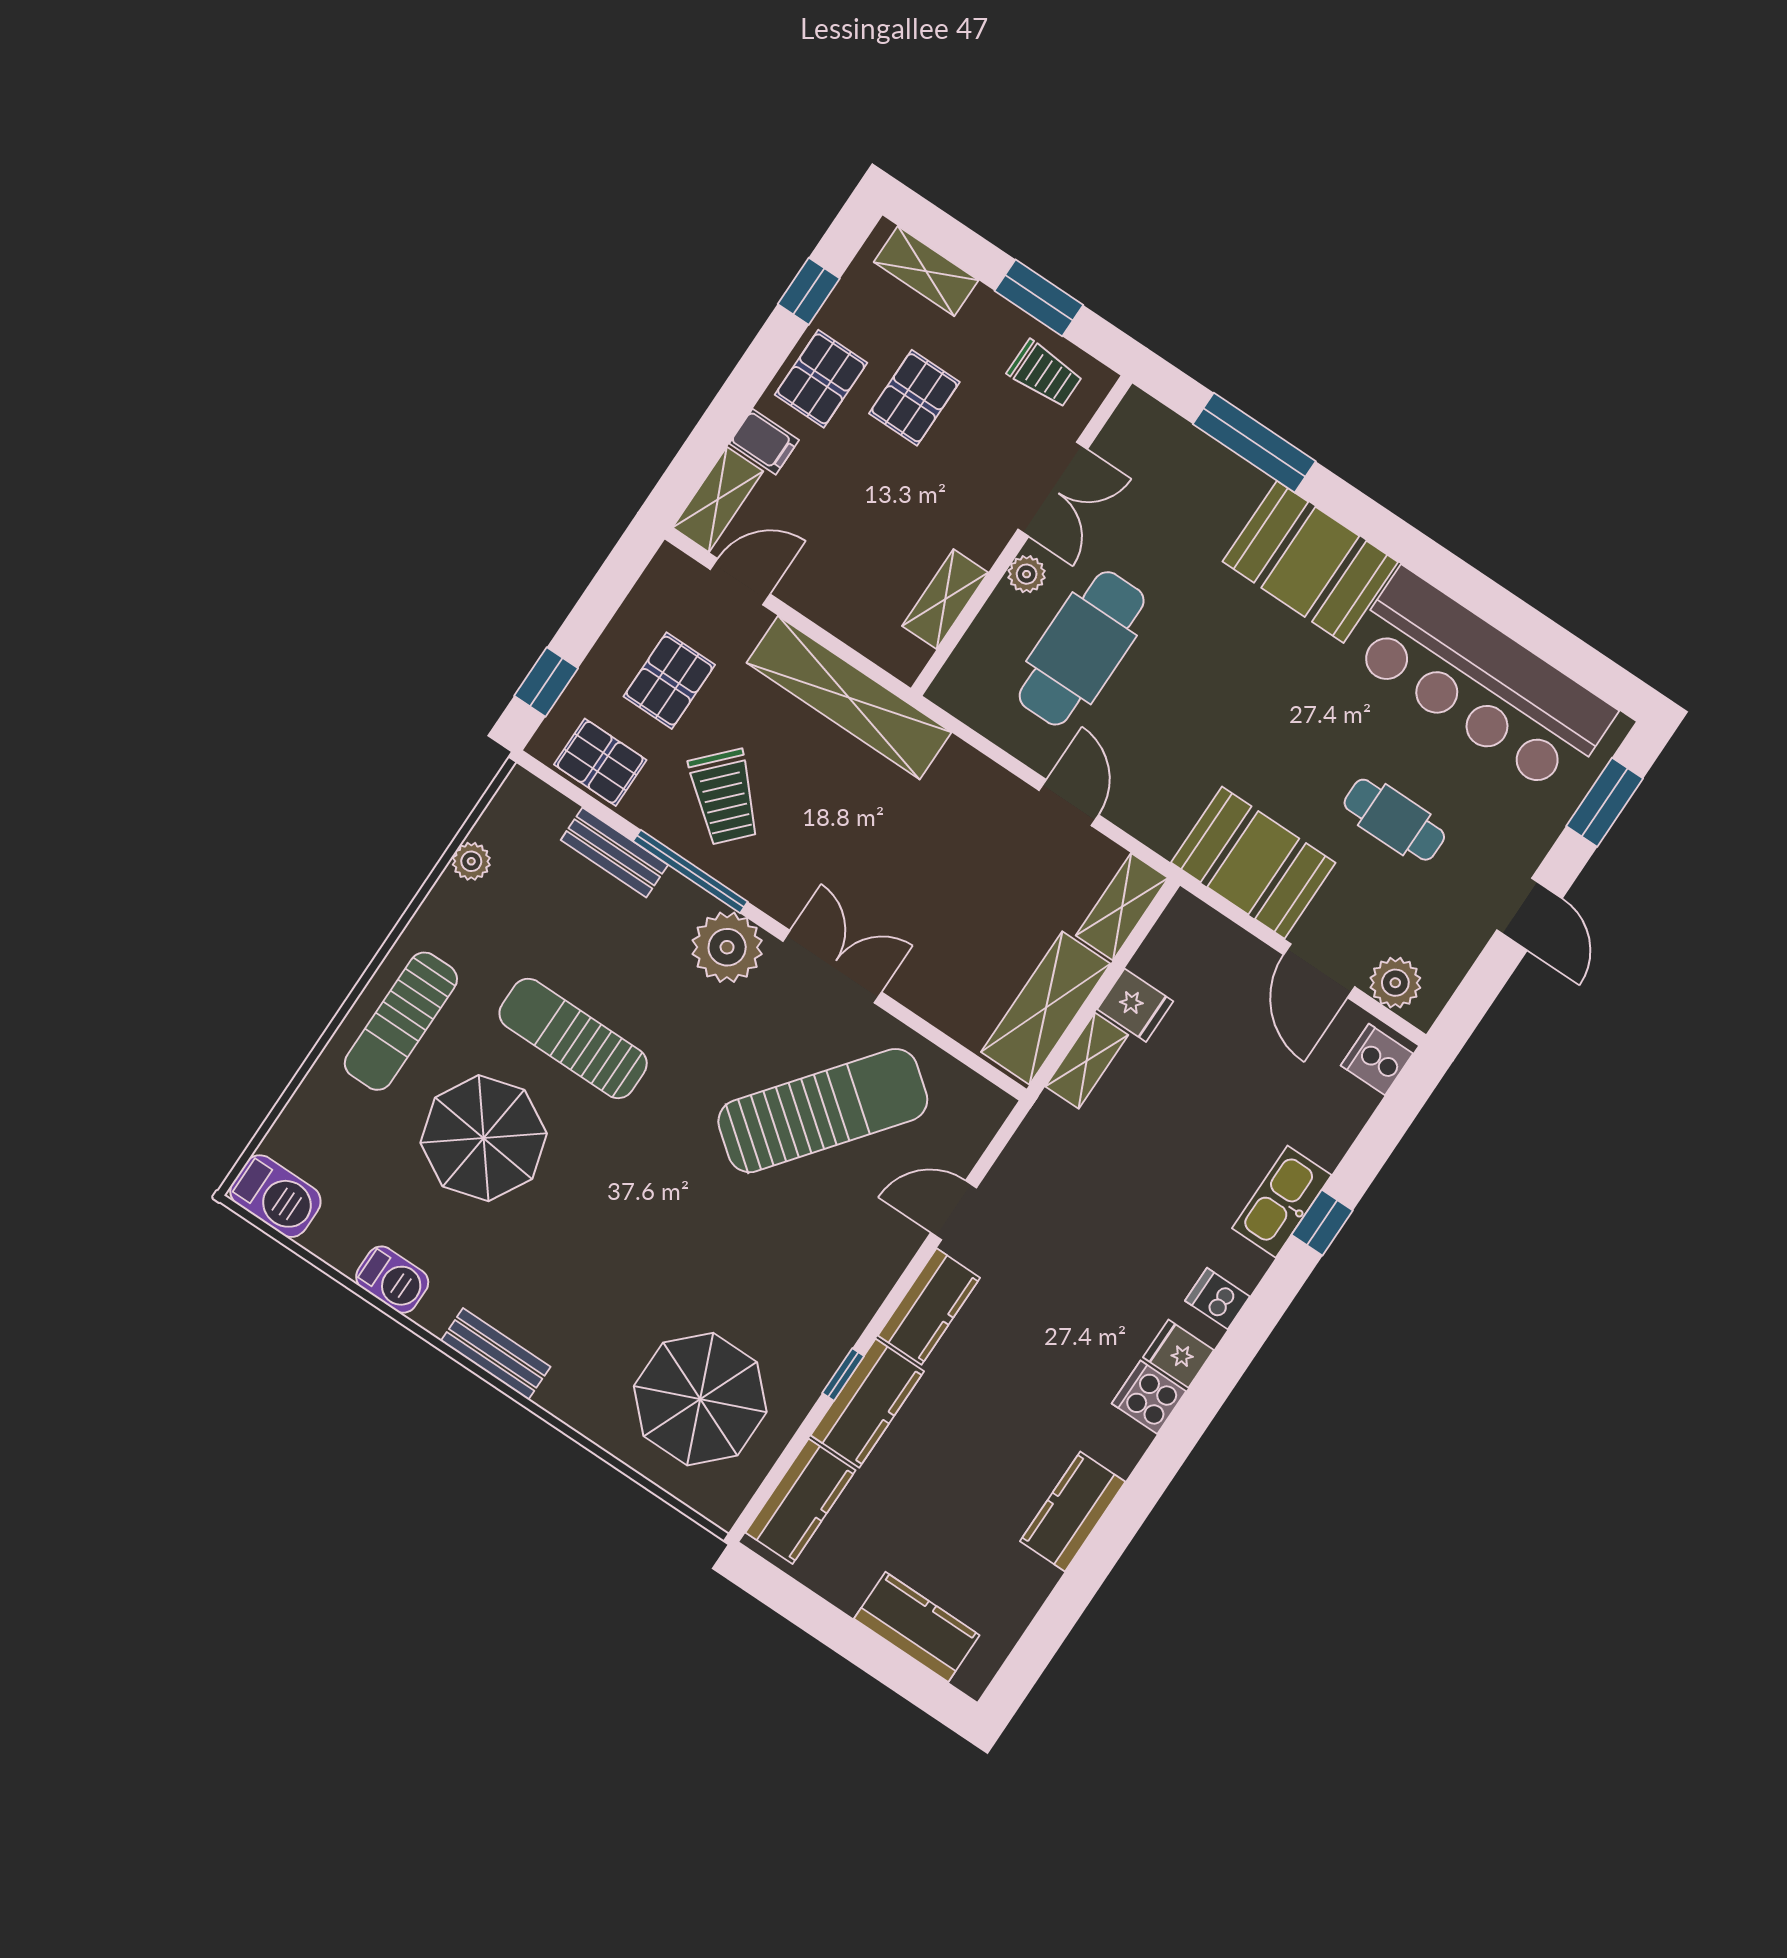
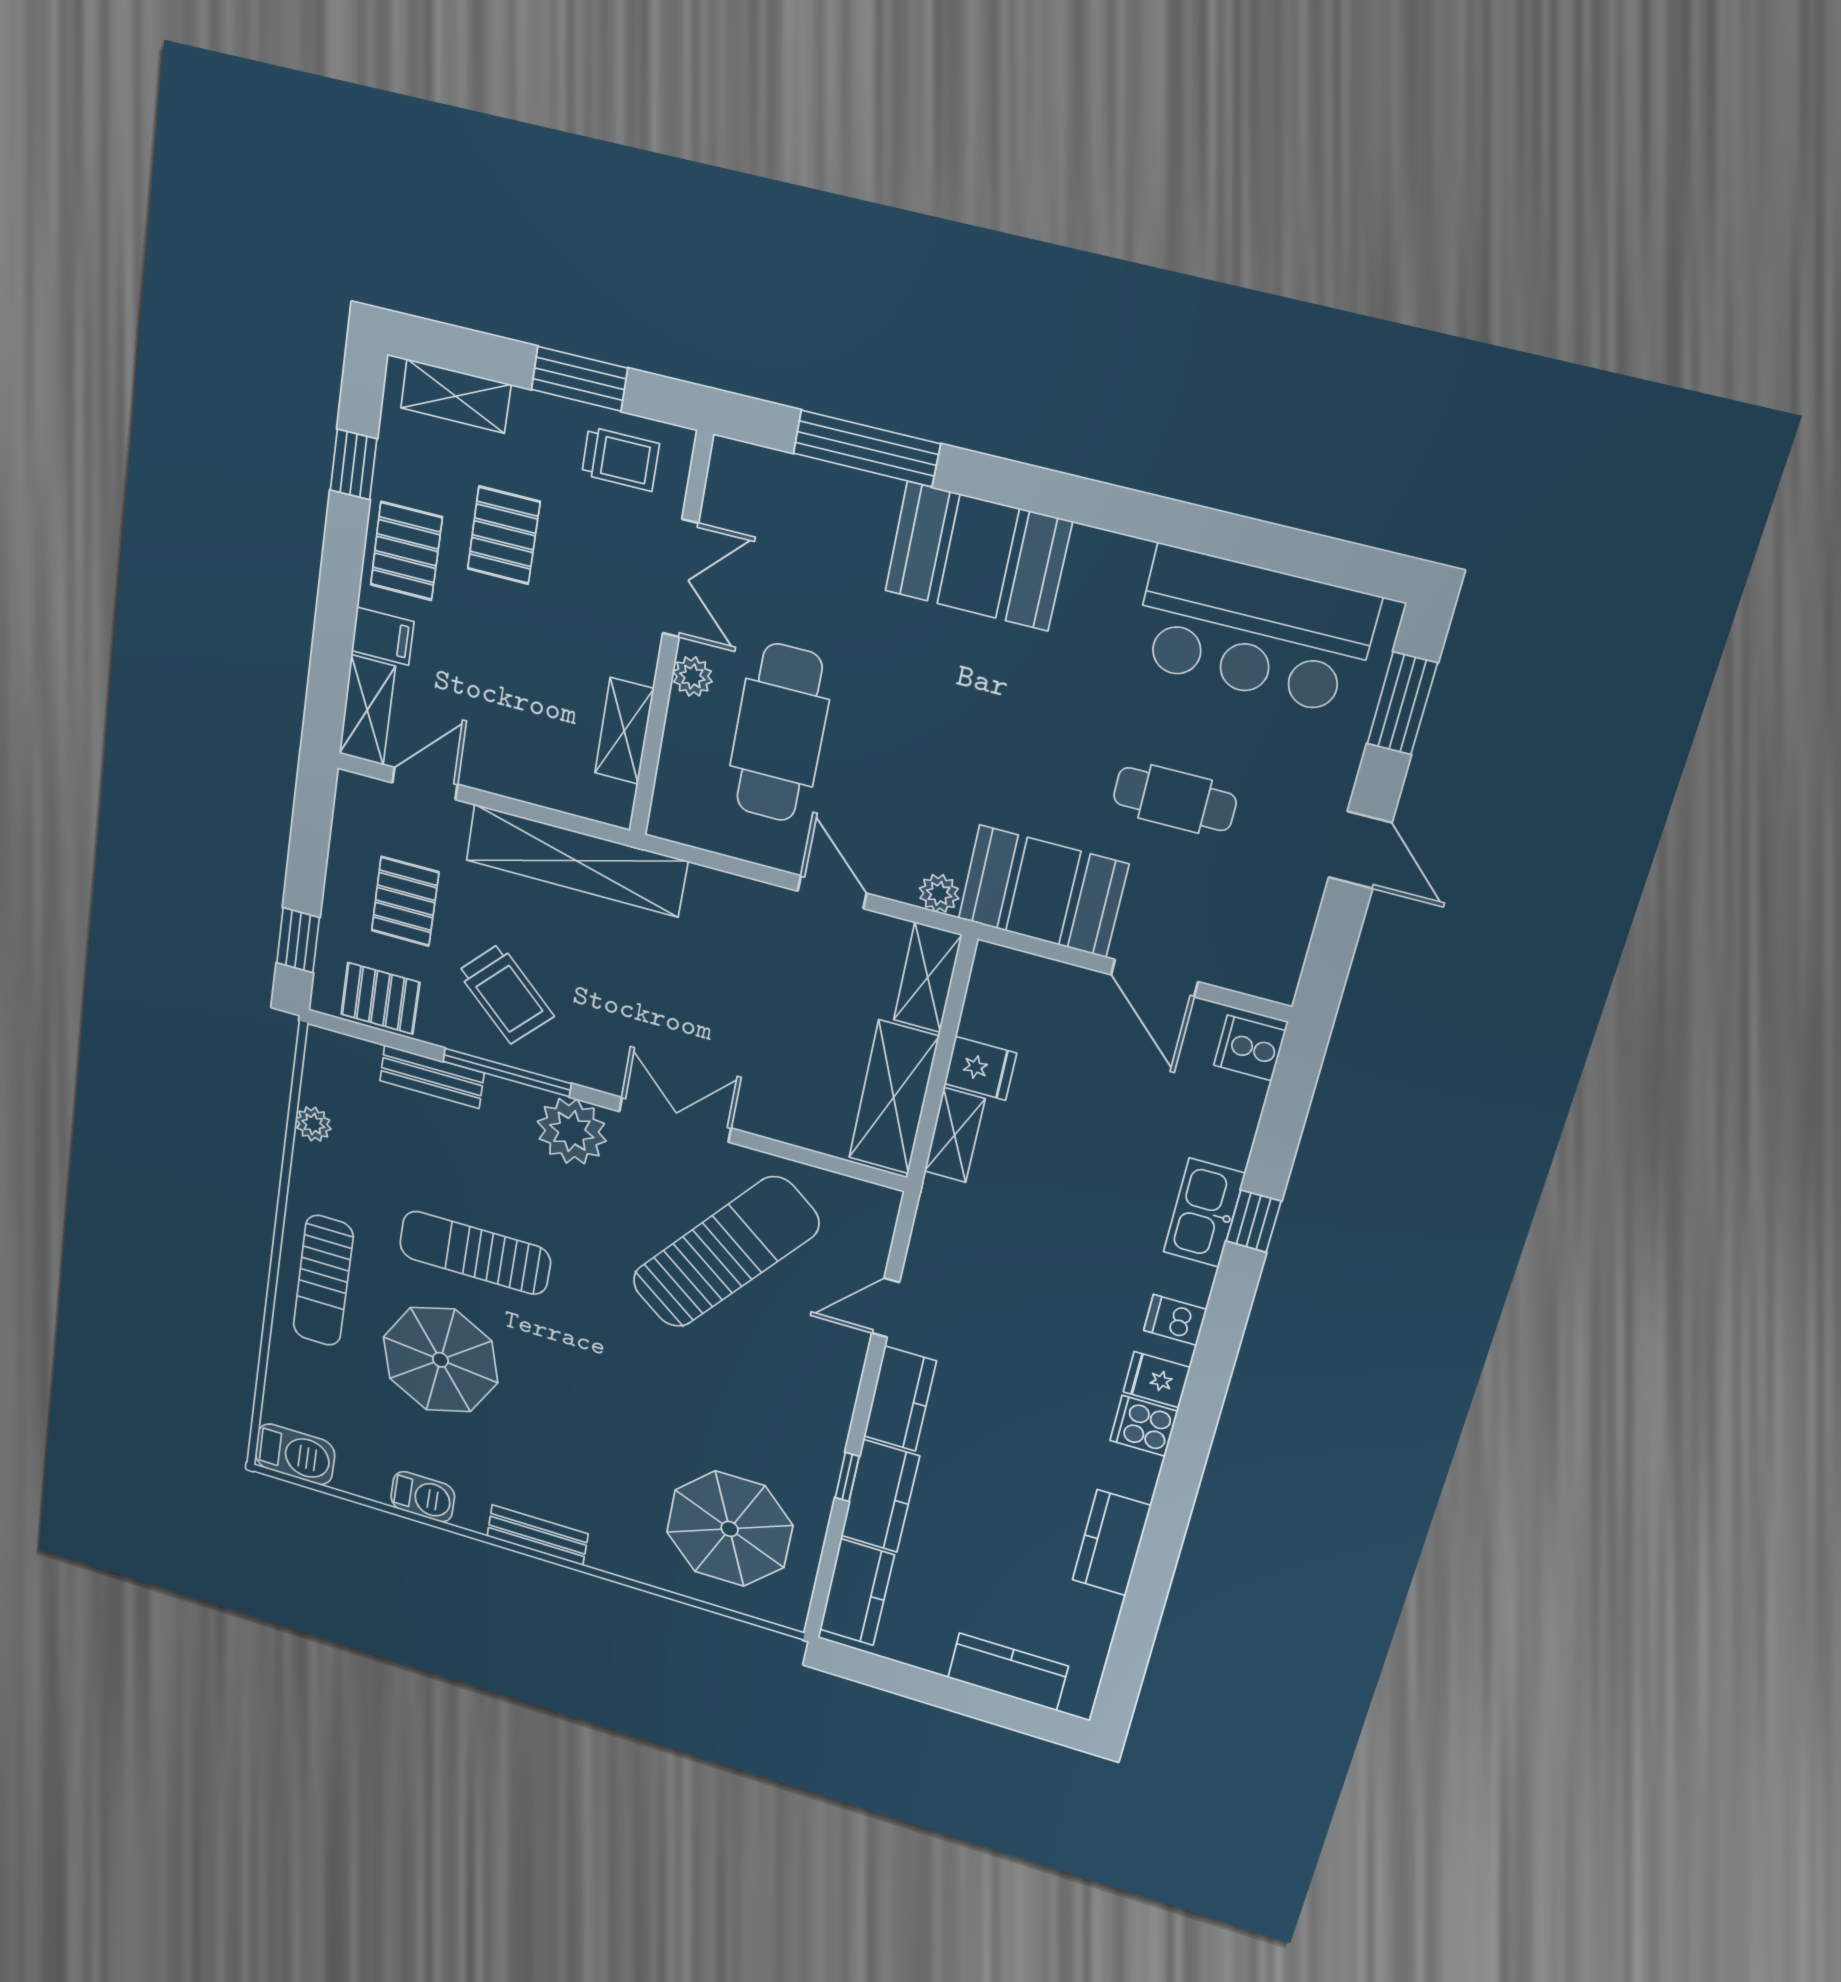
bar counter: (1480, 682) -> (1254, 630), width x0.73
plant: (1395, 983) -> (939, 893), moved, width x0.73, depth x0.73

